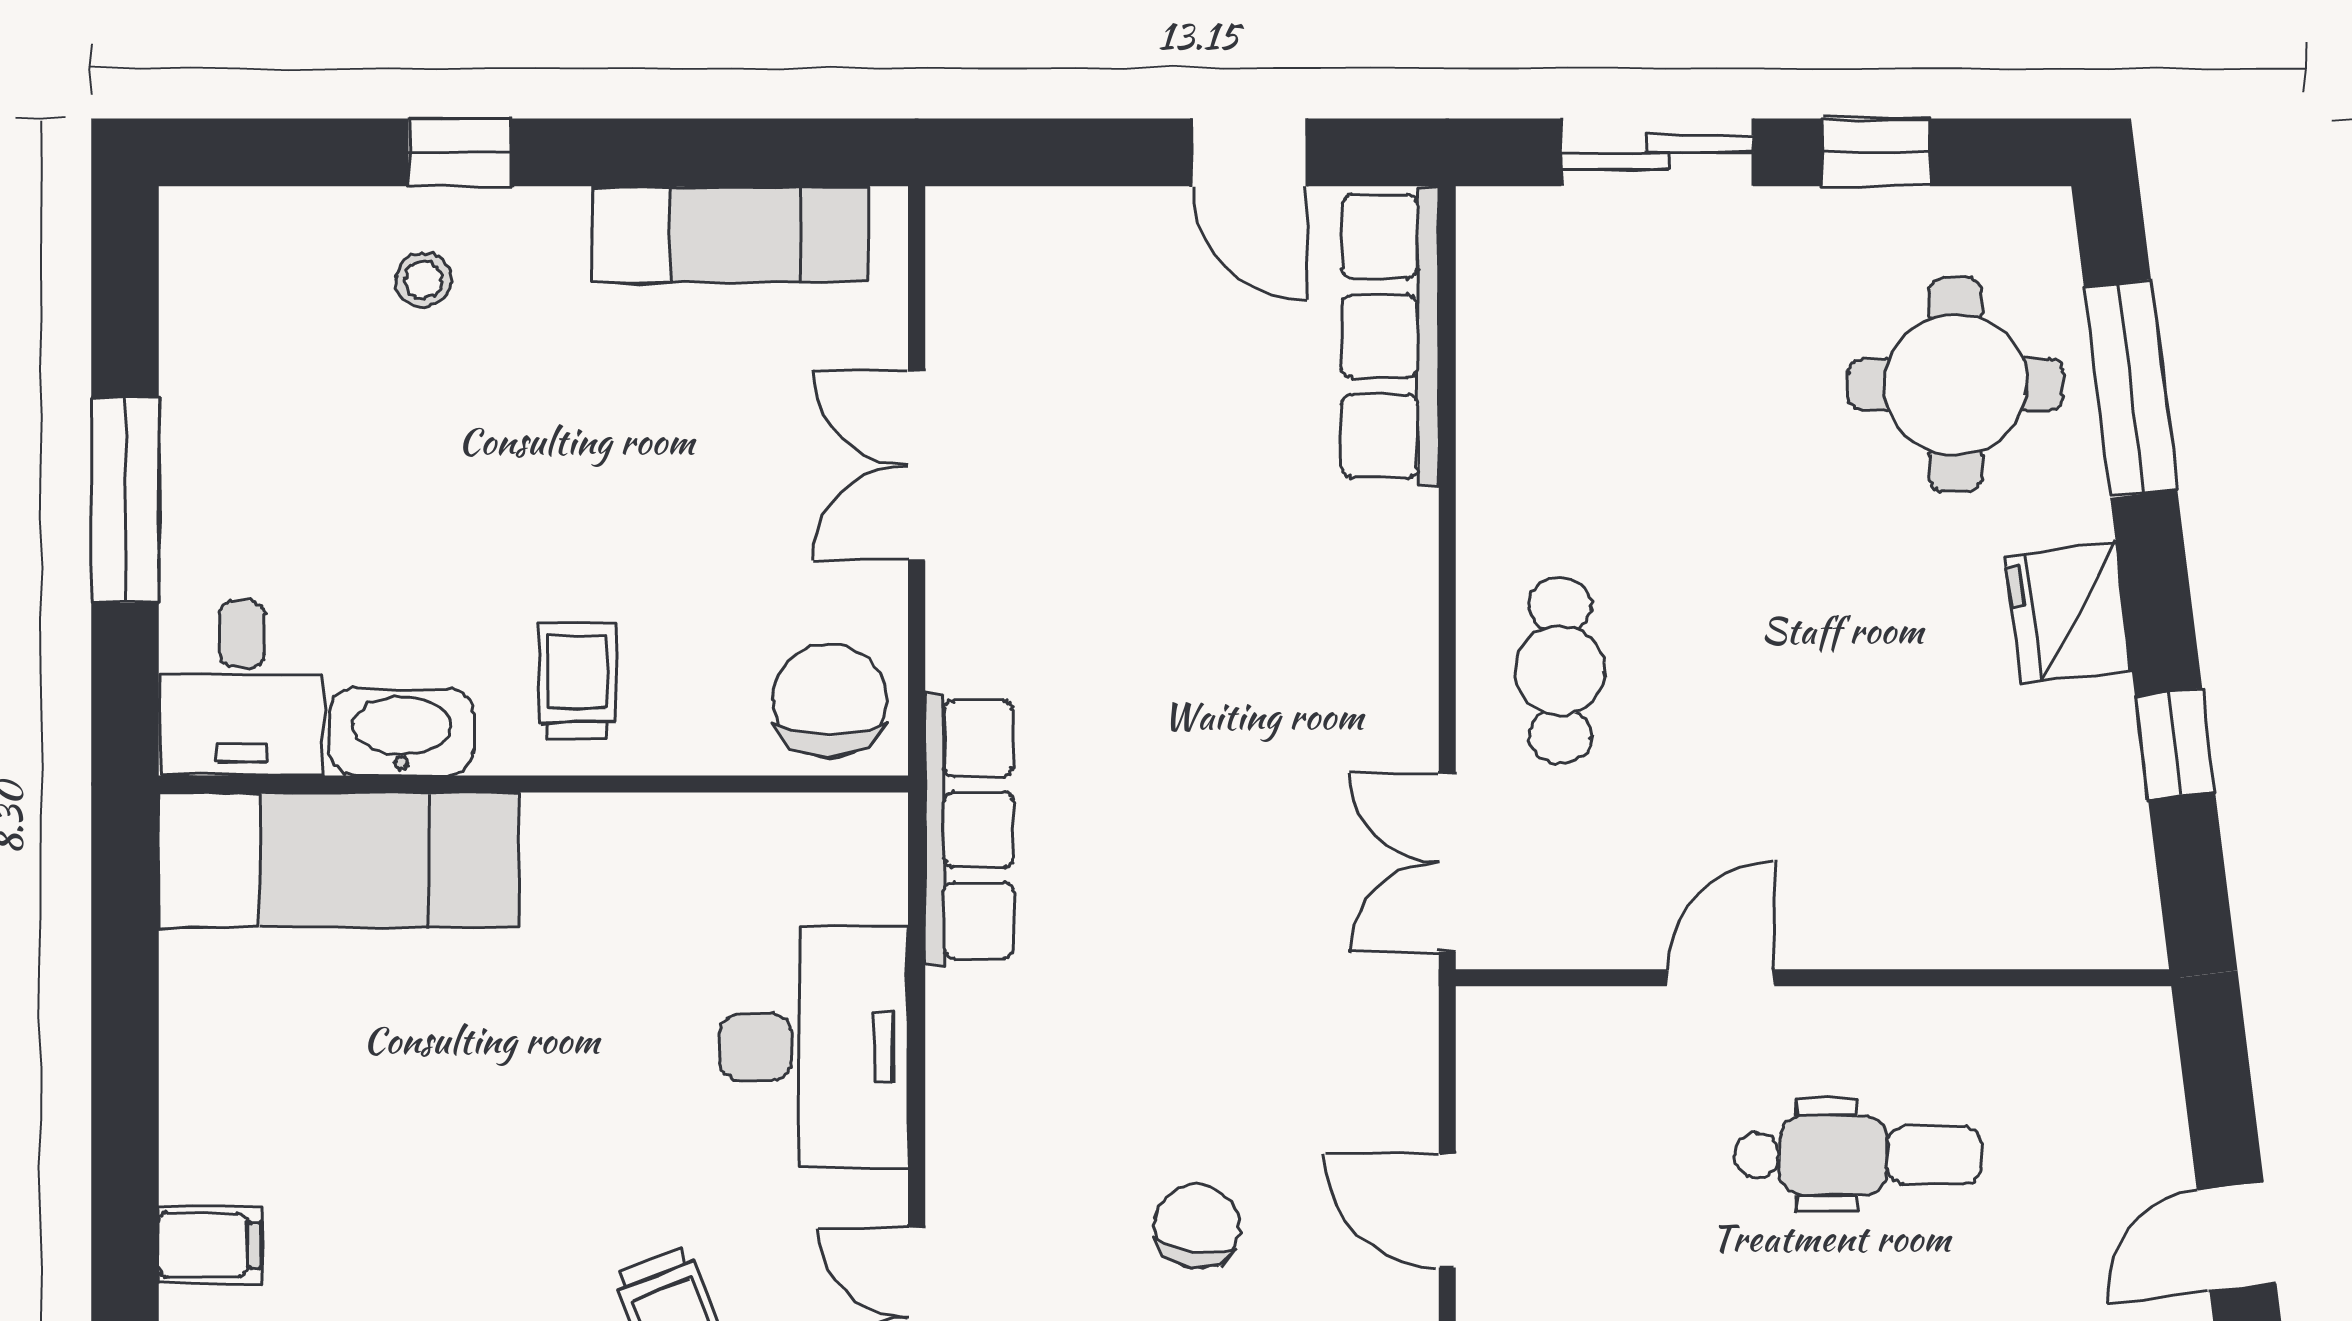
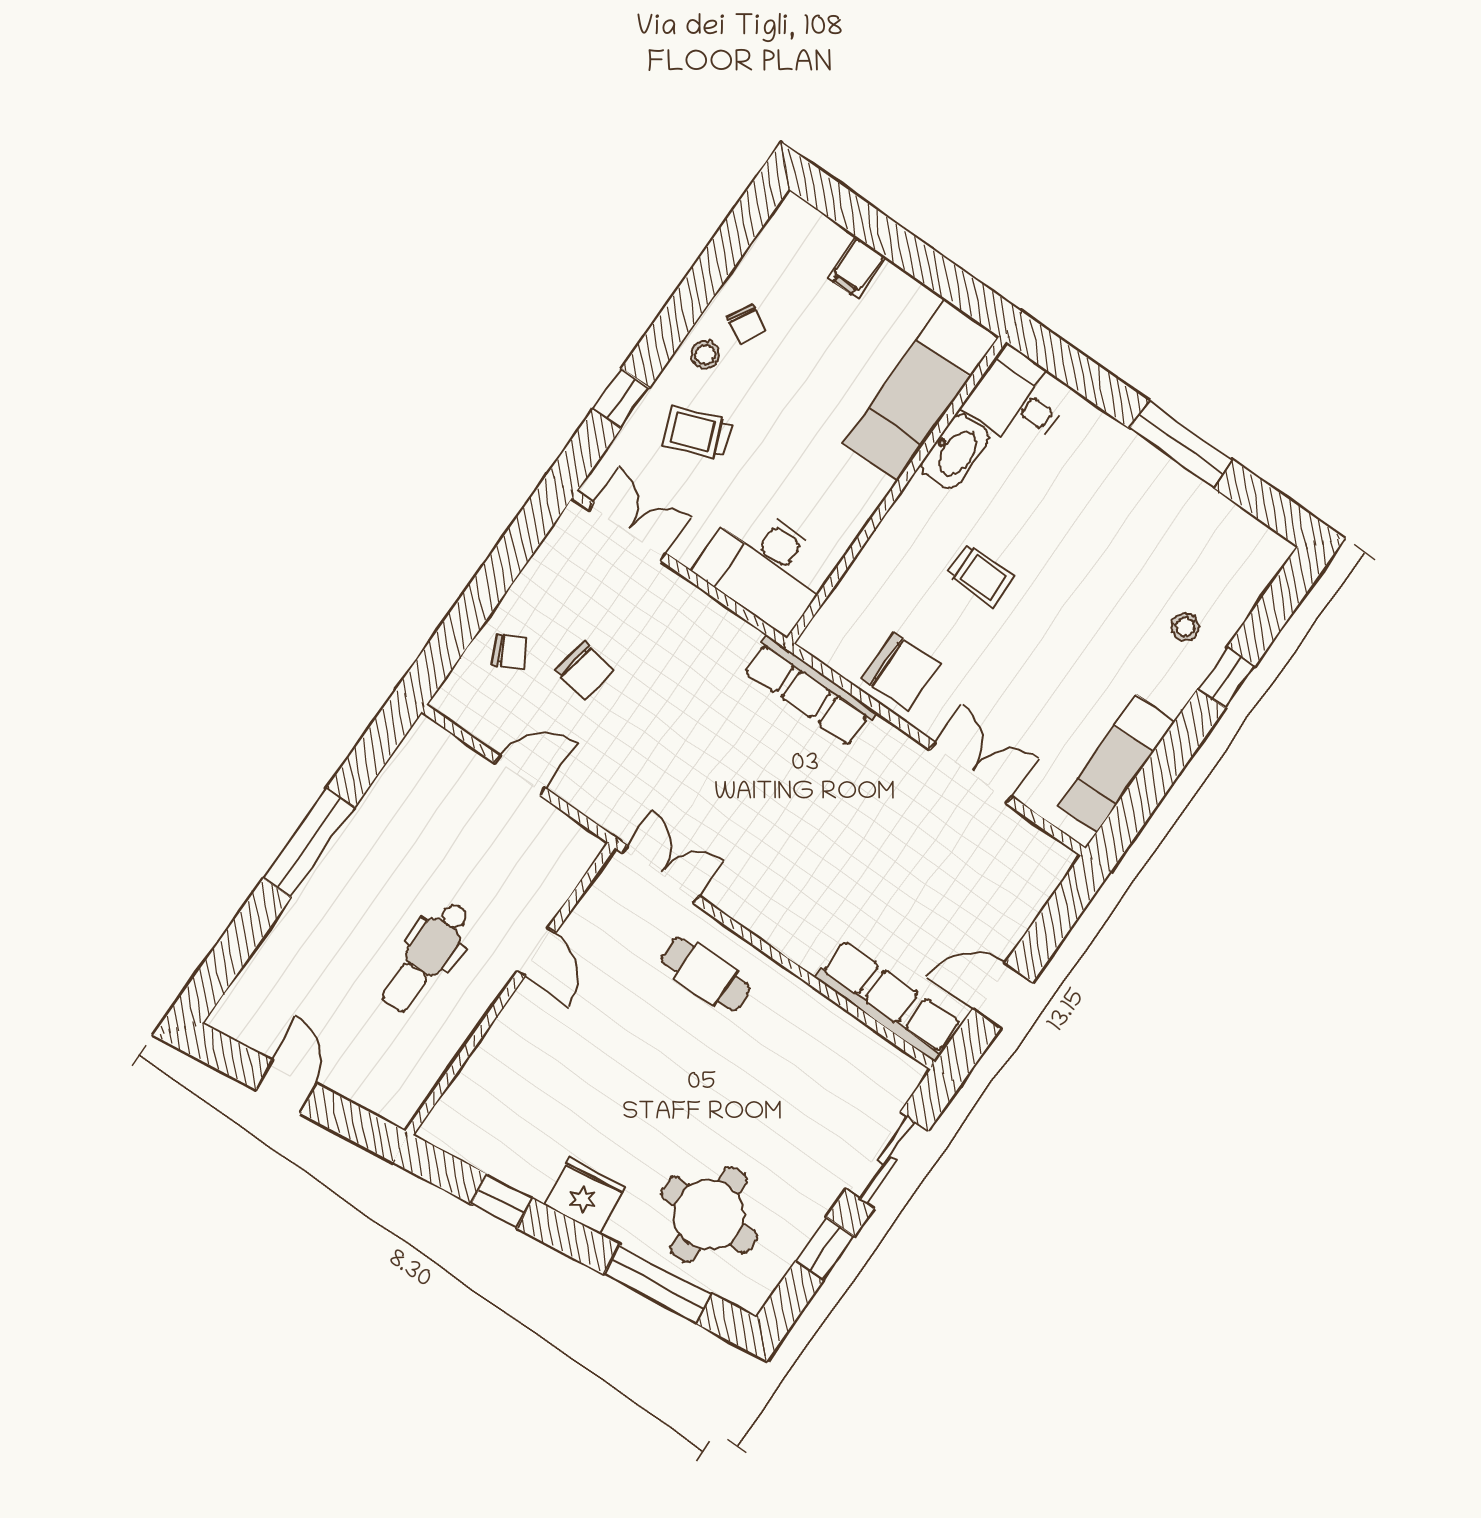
desk: (242, 688) -> (1018, 400), moved
washbasin: (401, 732) -> (955, 452), moved
wall: (533, 784) -> (897, 490), moved
exam couch: (339, 860) -> (921, 390), moved

